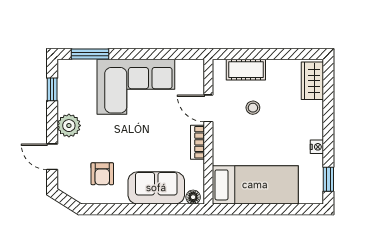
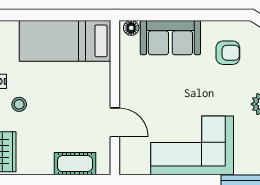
stool: (253, 108) -> (19, 104), moved
bookcase: (198, 142) -> (126, 86), removed
armchair: (102, 174) -> (228, 53), turned 90

